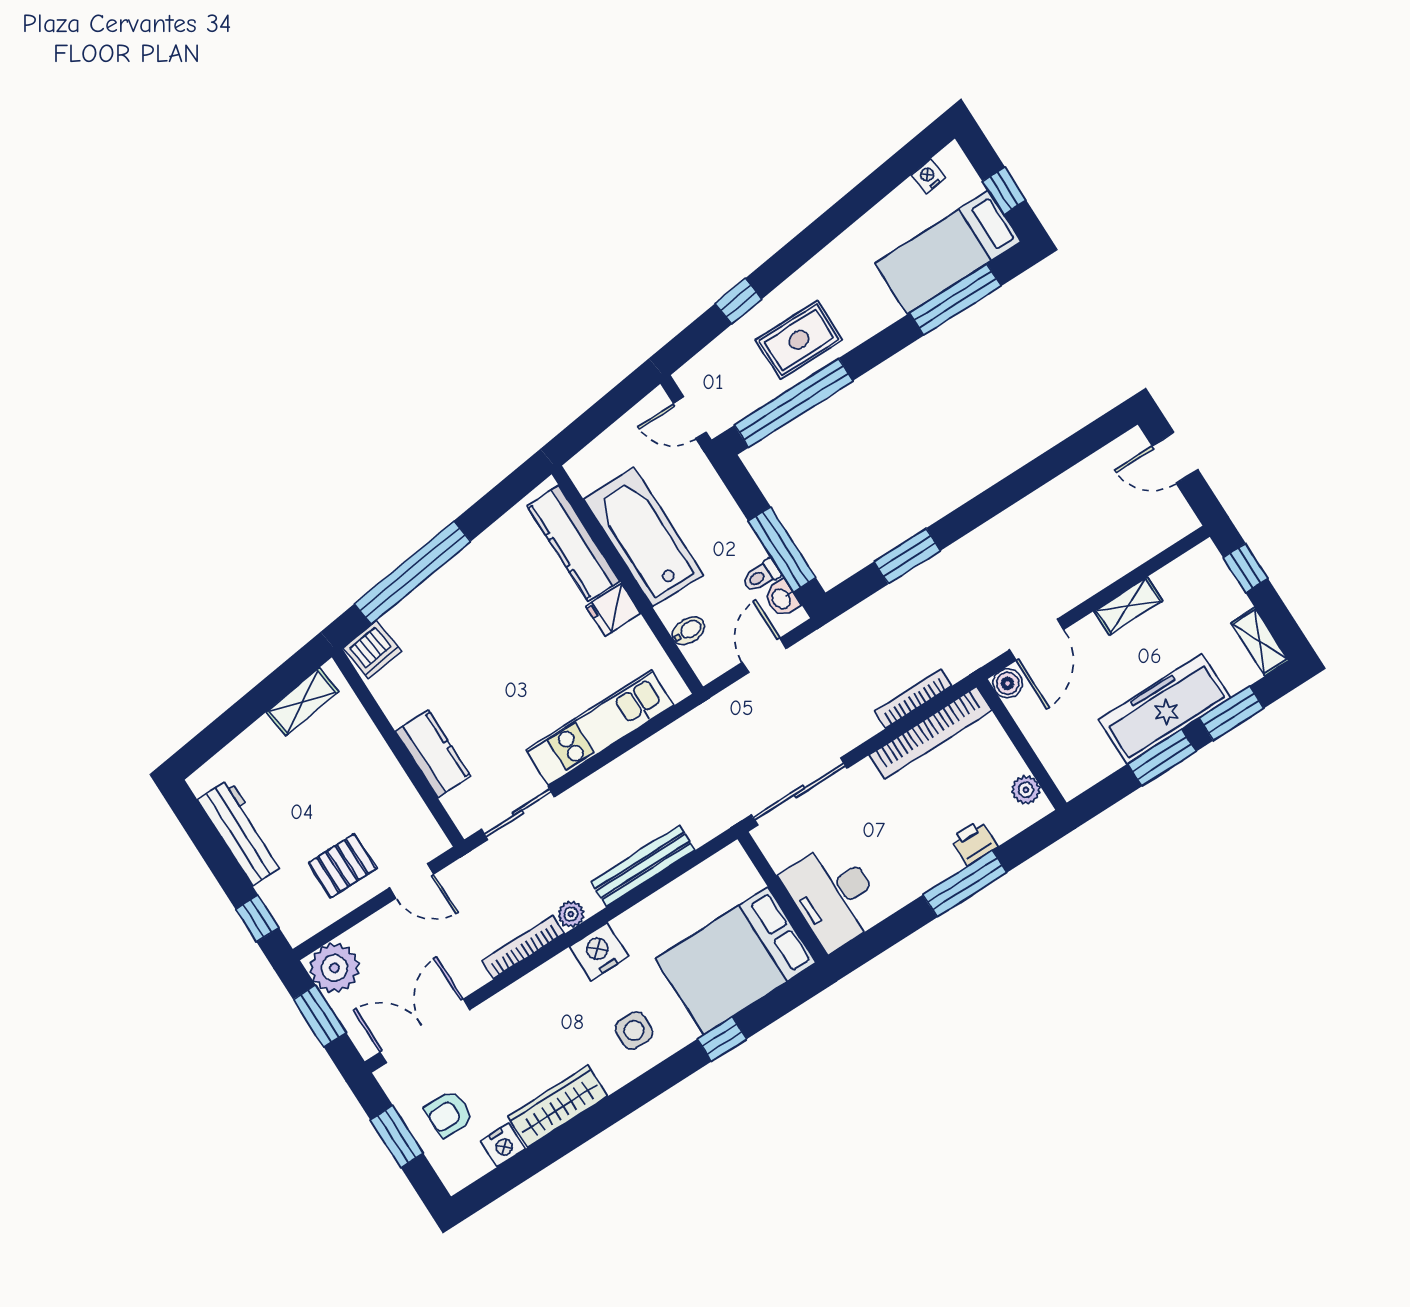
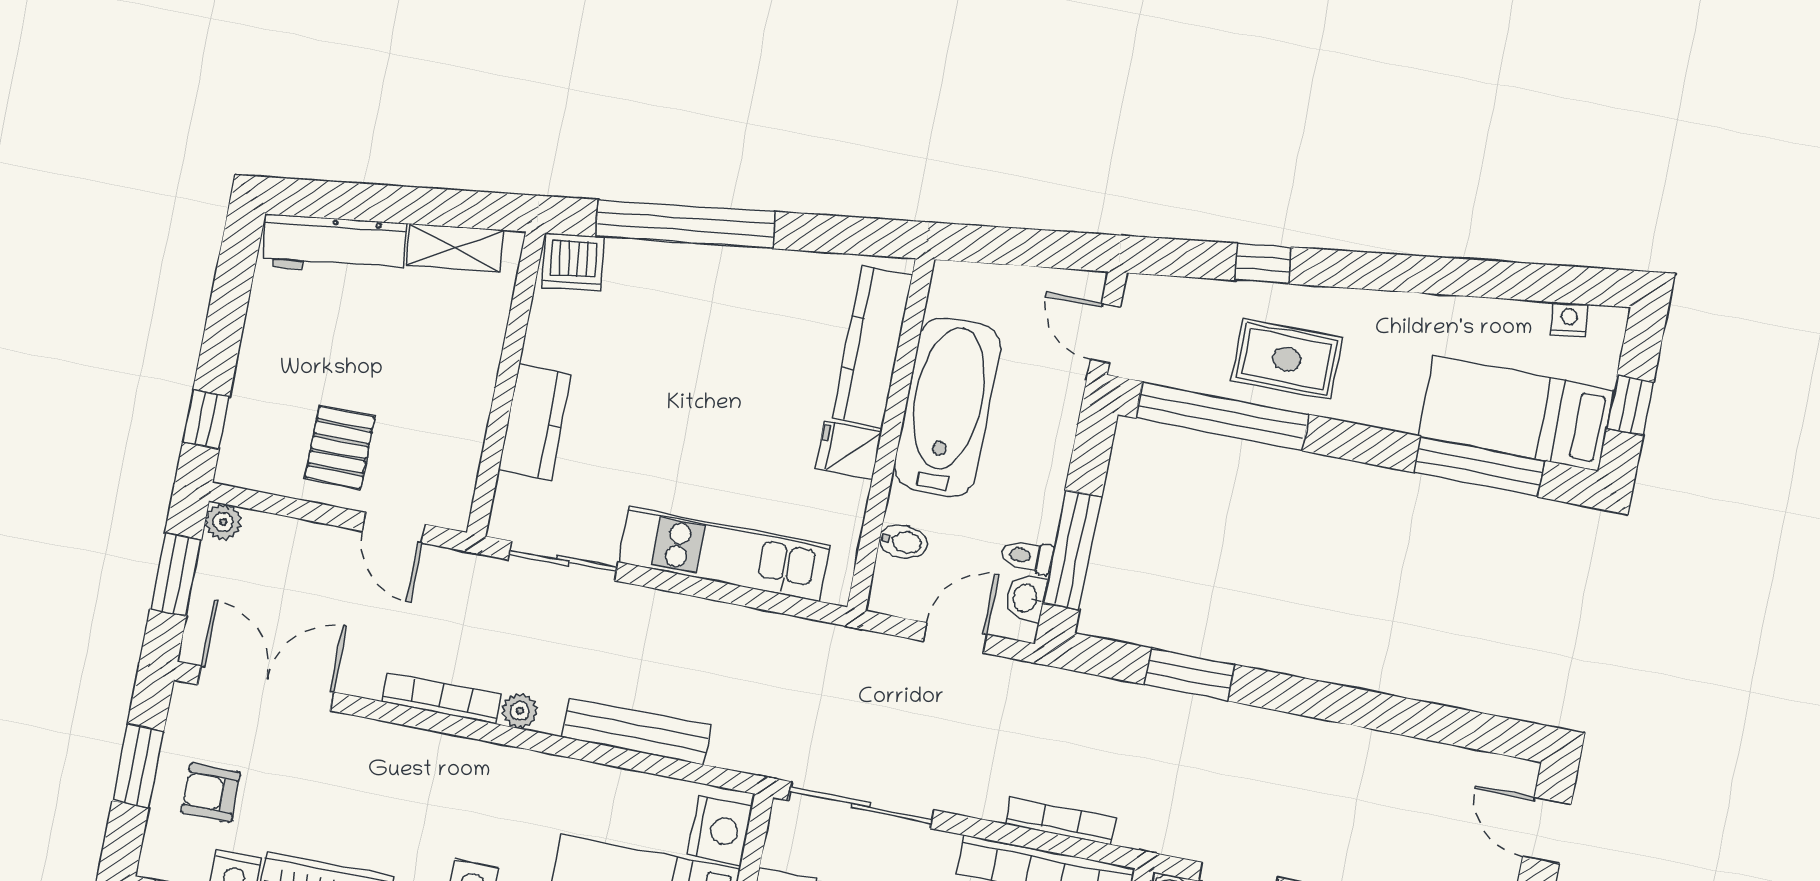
workbench: (241, 832) -> (334, 245), moved, turned 83
pallet: (342, 866) -> (340, 447), turned 90
nightstand: (599, 951) -> (720, 830), moved, turned 90
plant: (334, 968) -> (223, 522), width x0.53, depth x0.53

